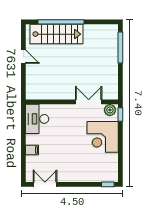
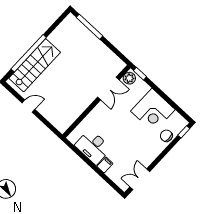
double door: (89, 102) -> (108, 89), swing flipped
desk: (37, 119) -> (93, 147), moved
corner desk: (103, 137) -> (153, 110), moved
chair: (93, 174) -> (166, 136), added

